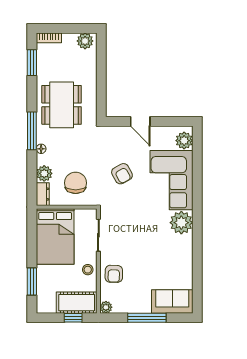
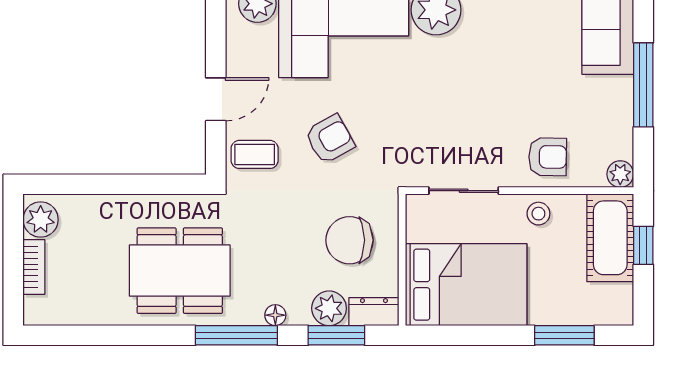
bookcase: (49, 38) -> (34, 267), moved
window: (32, 63) -> (336, 335), moved
coffee table: (115, 139) -> (255, 154), added

